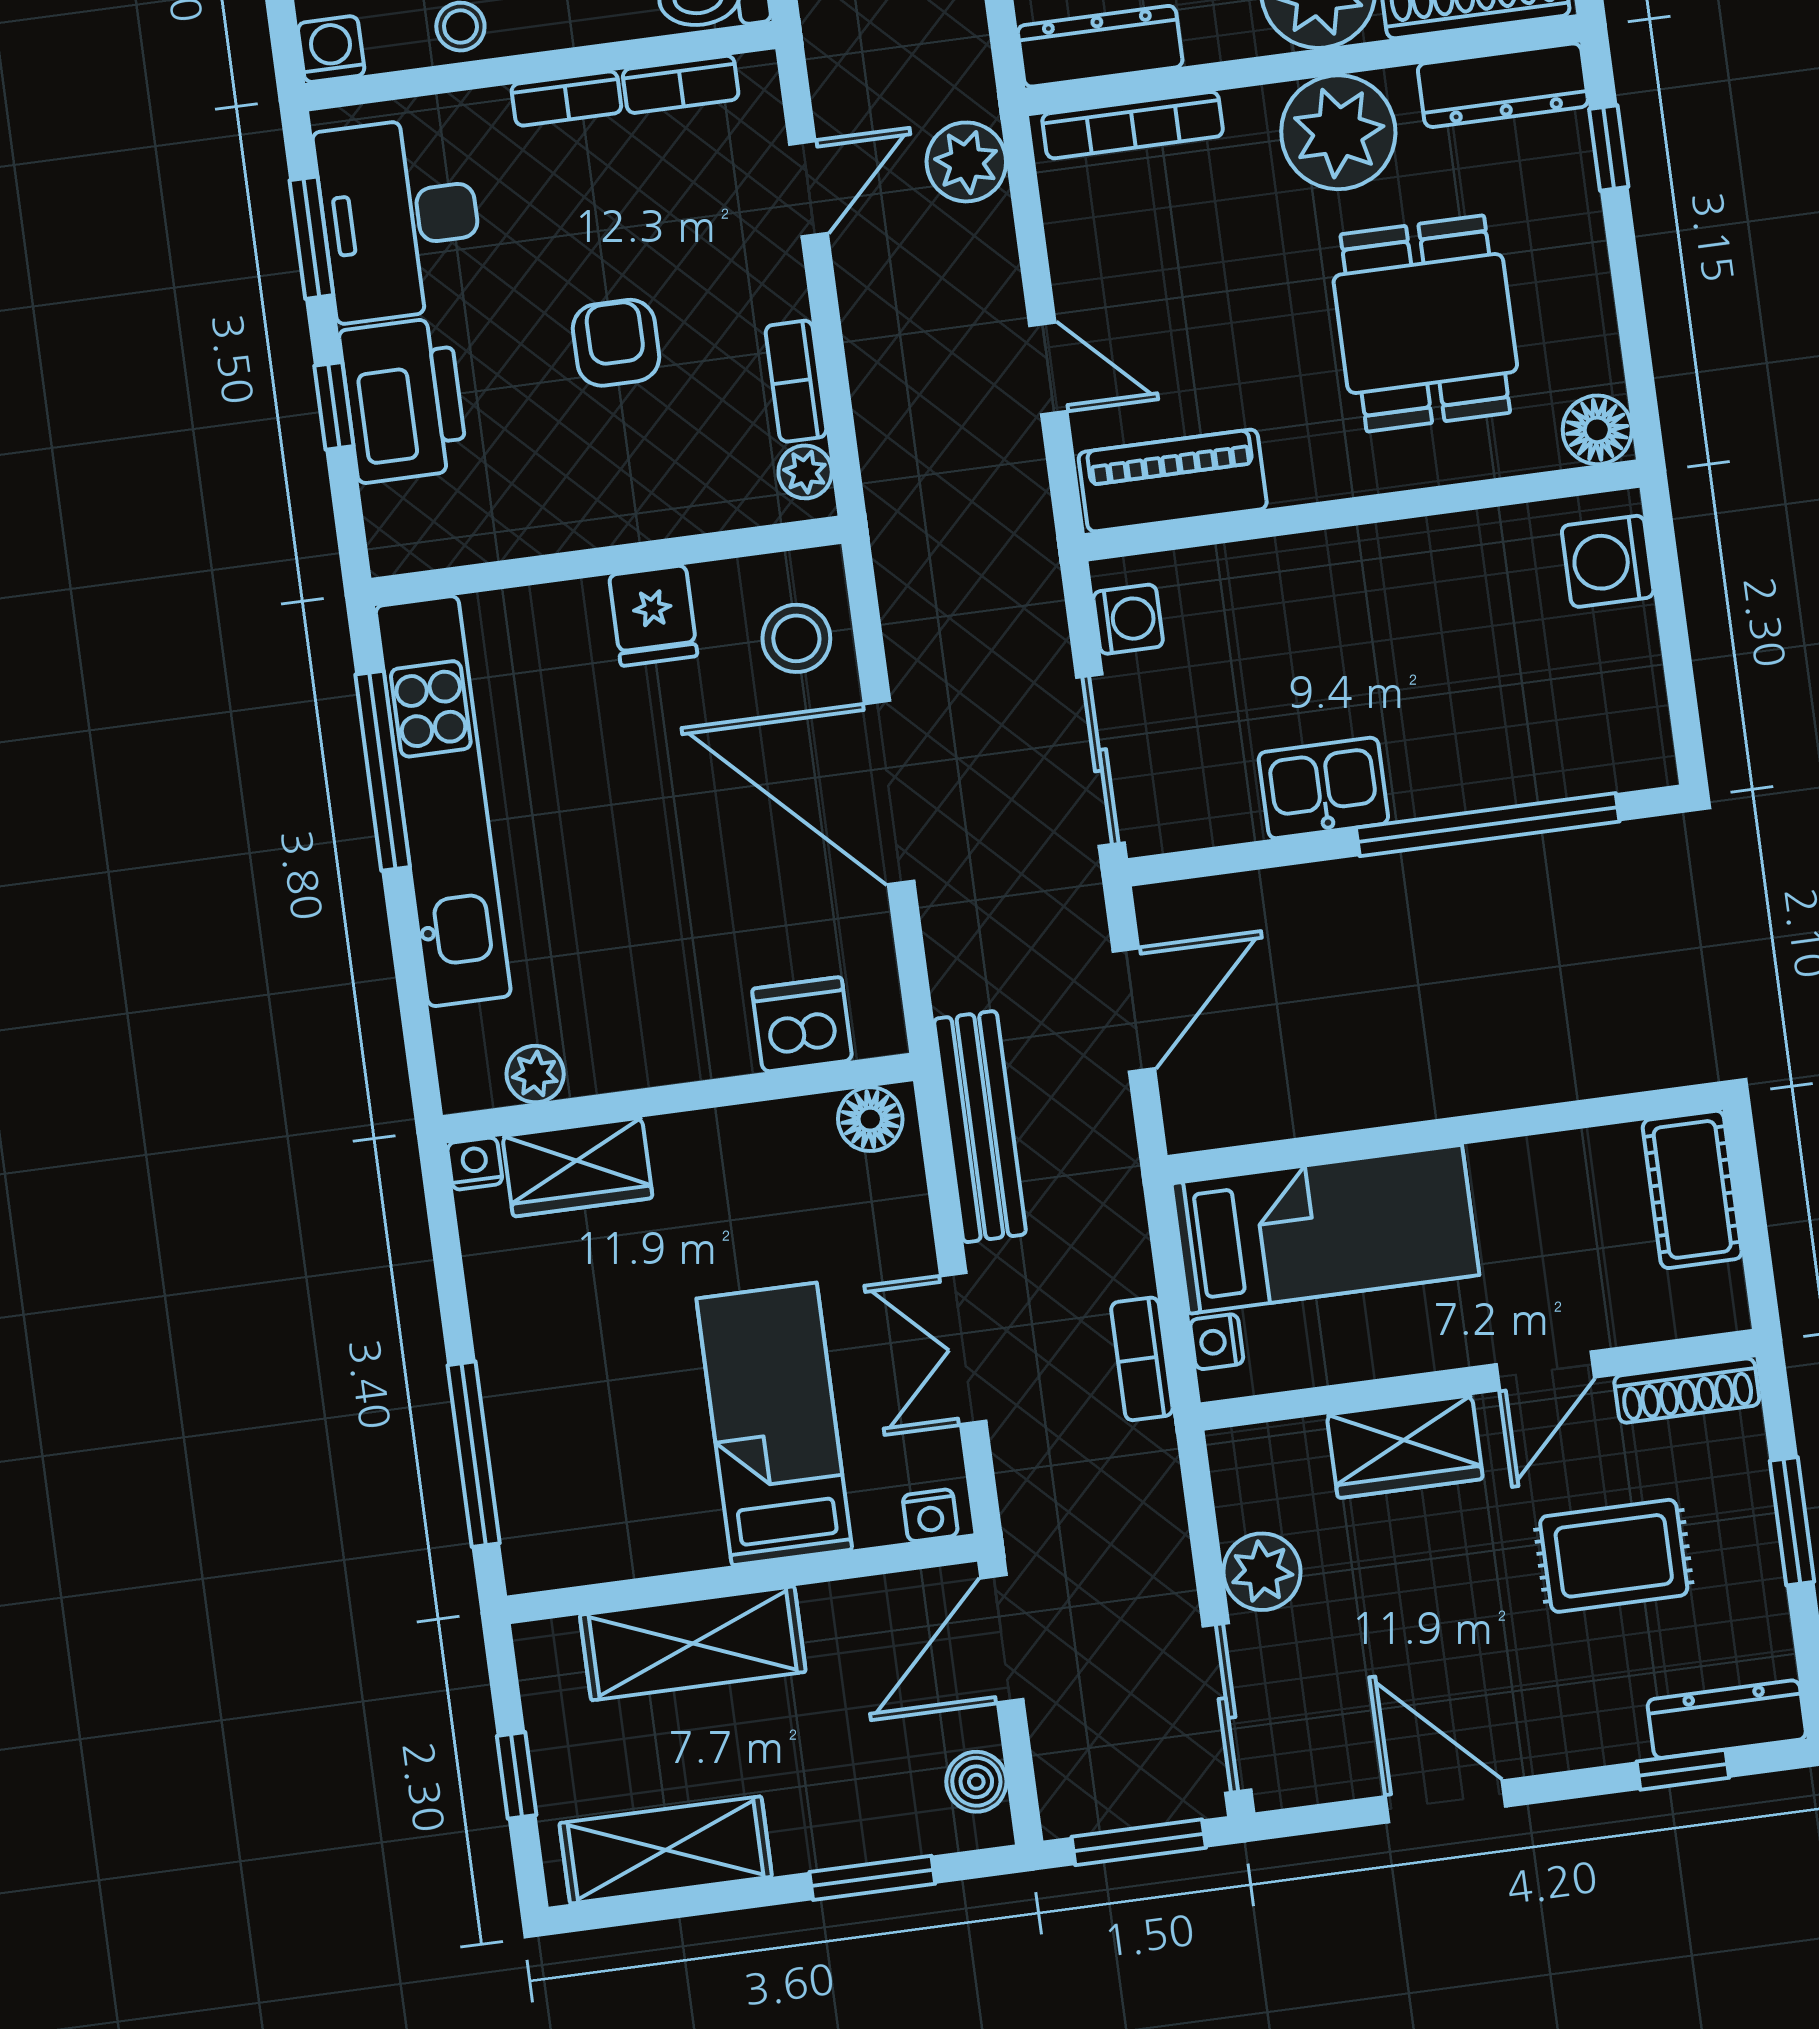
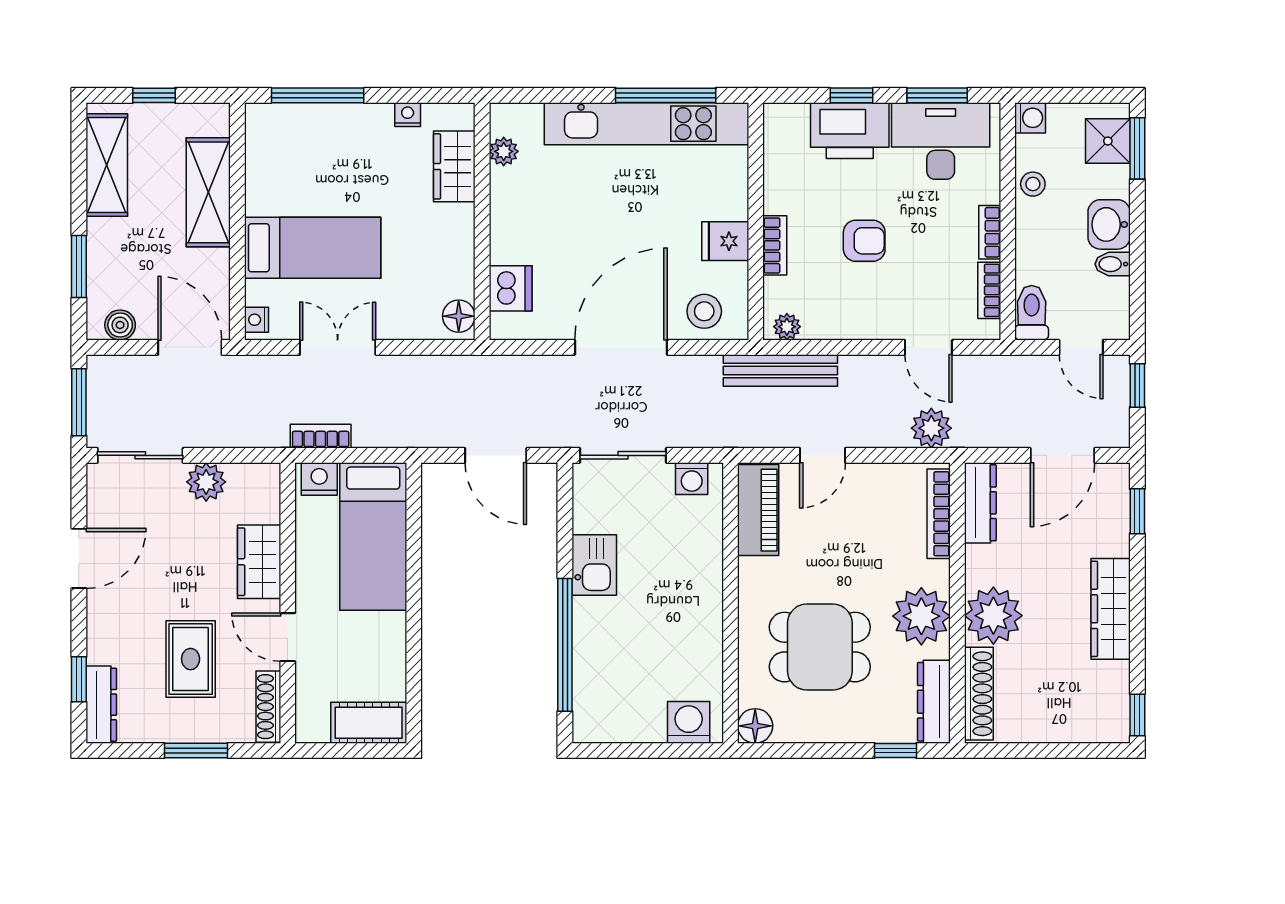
bookcase: (796, 381) -> (775, 245), moved, turned 90
bench: (980, 1127) -> (780, 371), moved
nightstand: (475, 1164) -> (408, 115), moved, turned -90
nightstand: (1217, 1342) -> (319, 479), width x1.39, depth x1.35

